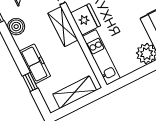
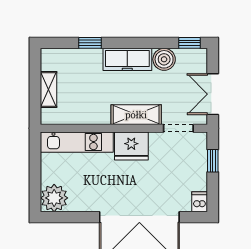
freezer: (35, 64) -> (127, 59), moved
shelving: (75, 92) -> (49, 90), width x0.67, depth x0.75

